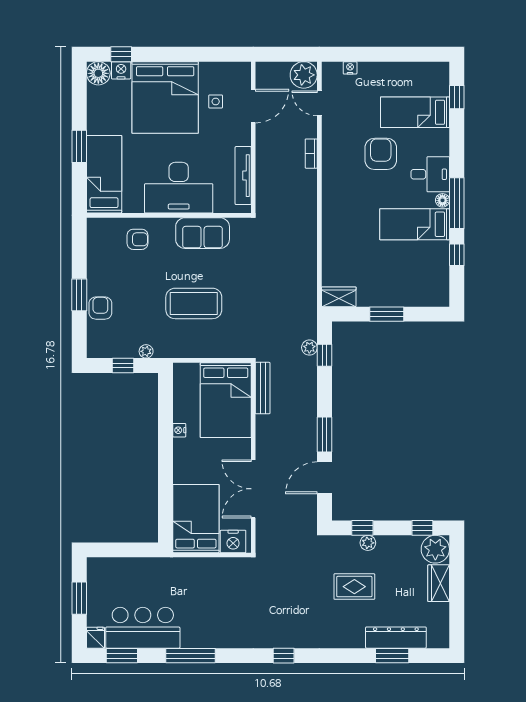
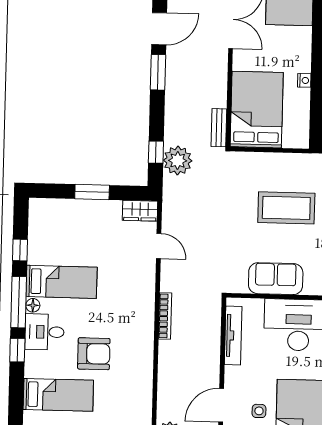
window: (457, 97) -> (17, 350), moved
door: (319, 103) -> (159, 246), moved
bookcase: (311, 154) -> (165, 316), moved, width x1.56
armchair: (381, 154) -> (94, 354), turned -90
plant: (309, 348) -> (178, 161), width x1.88, depth x1.88
bench: (263, 388) -> (219, 128), width x0.73

